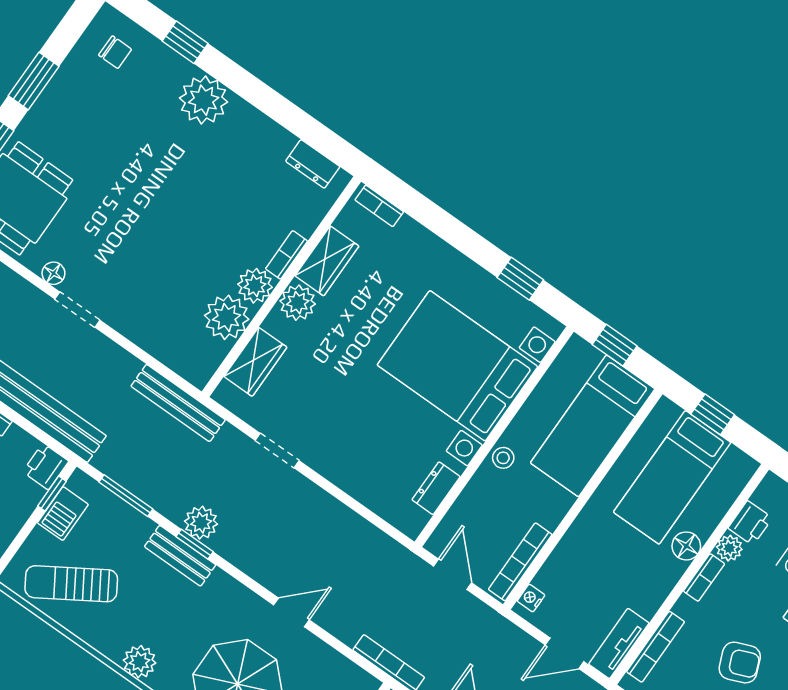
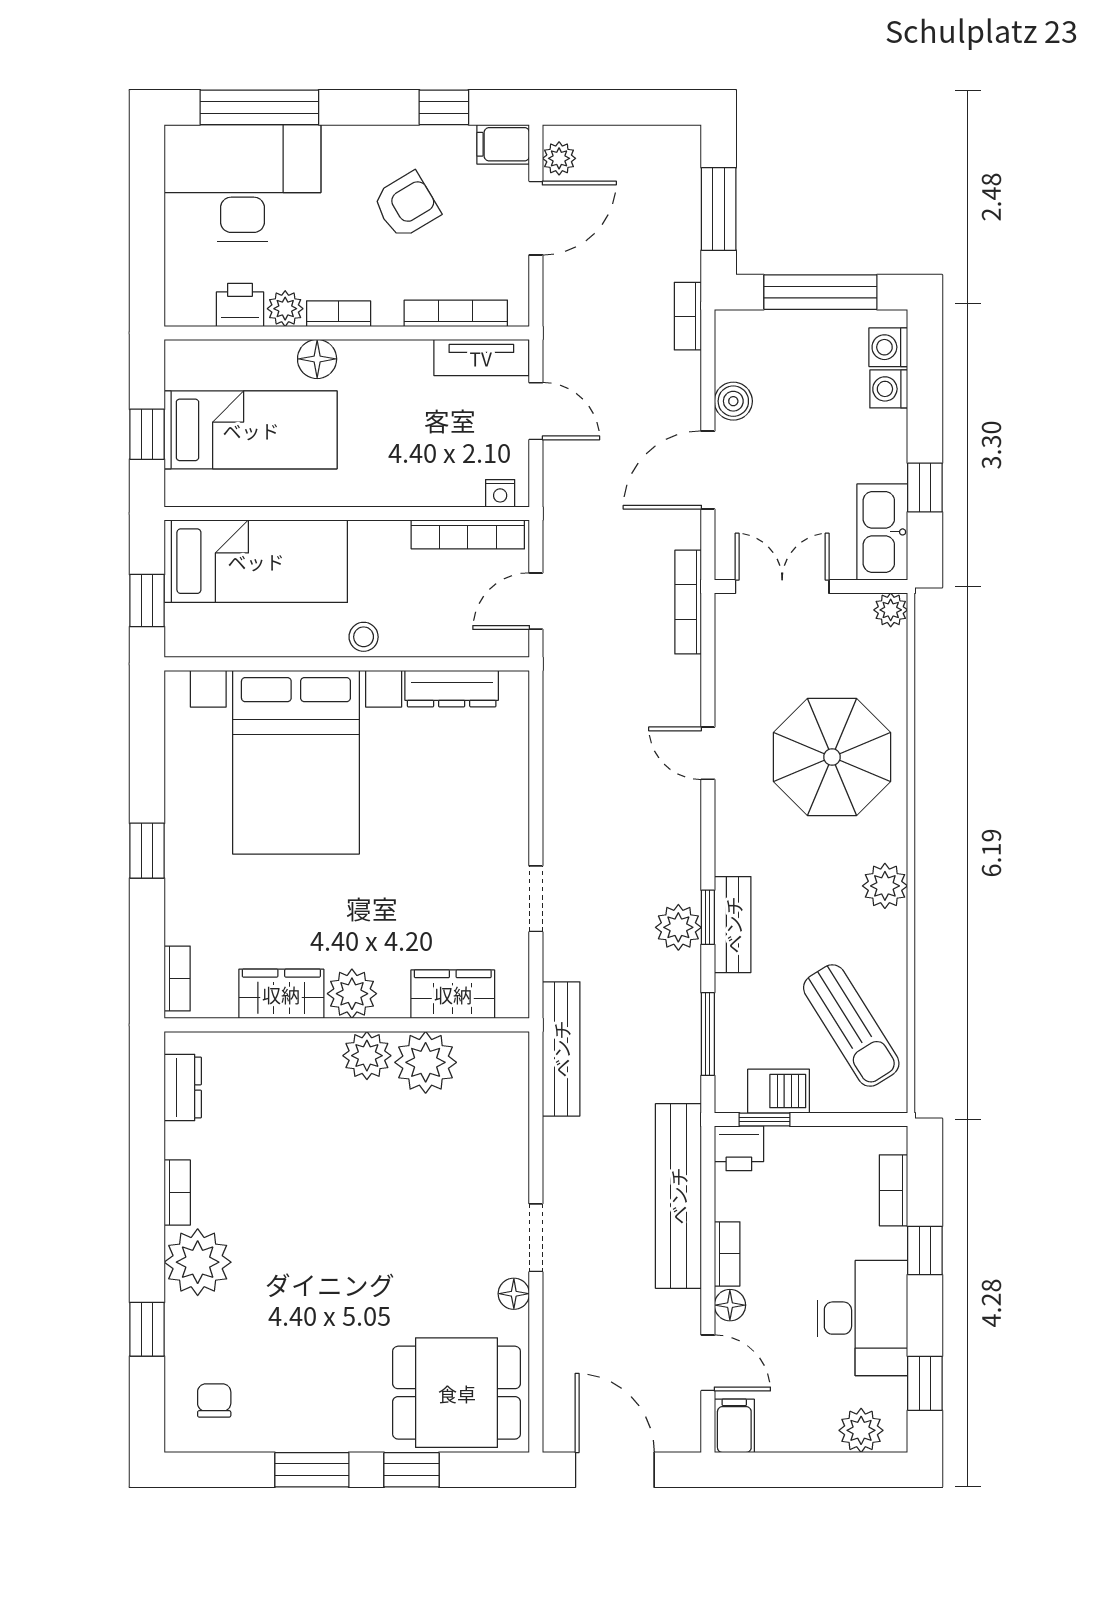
bookcase: (287, 255) -> (177, 1193), moved, turned -90
window: (520, 279) -> (147, 851), moved
dresser: (436, 488) -> (452, 689), width x1.44
armchair: (740, 663) -> (406, 205), turned 81

